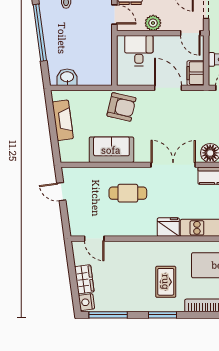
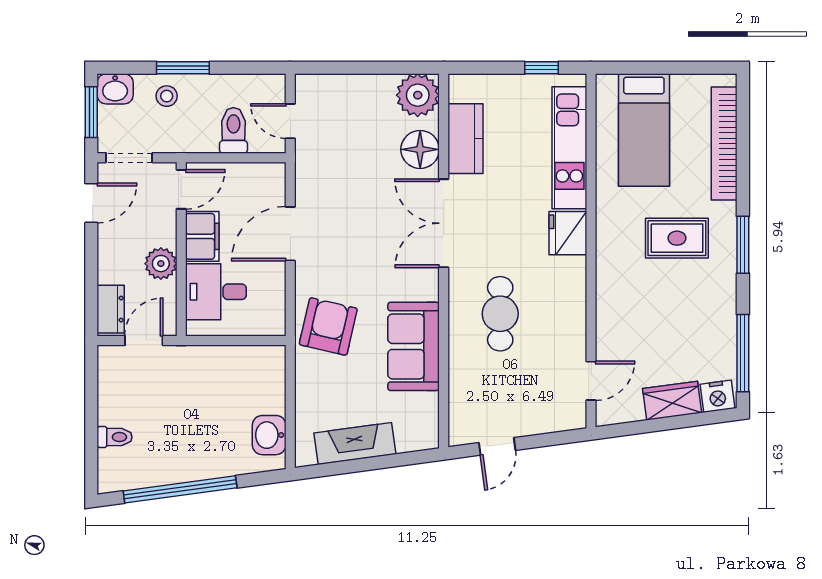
filing cabinet: (196, 73) -> (202, 236), moved, turned -90

